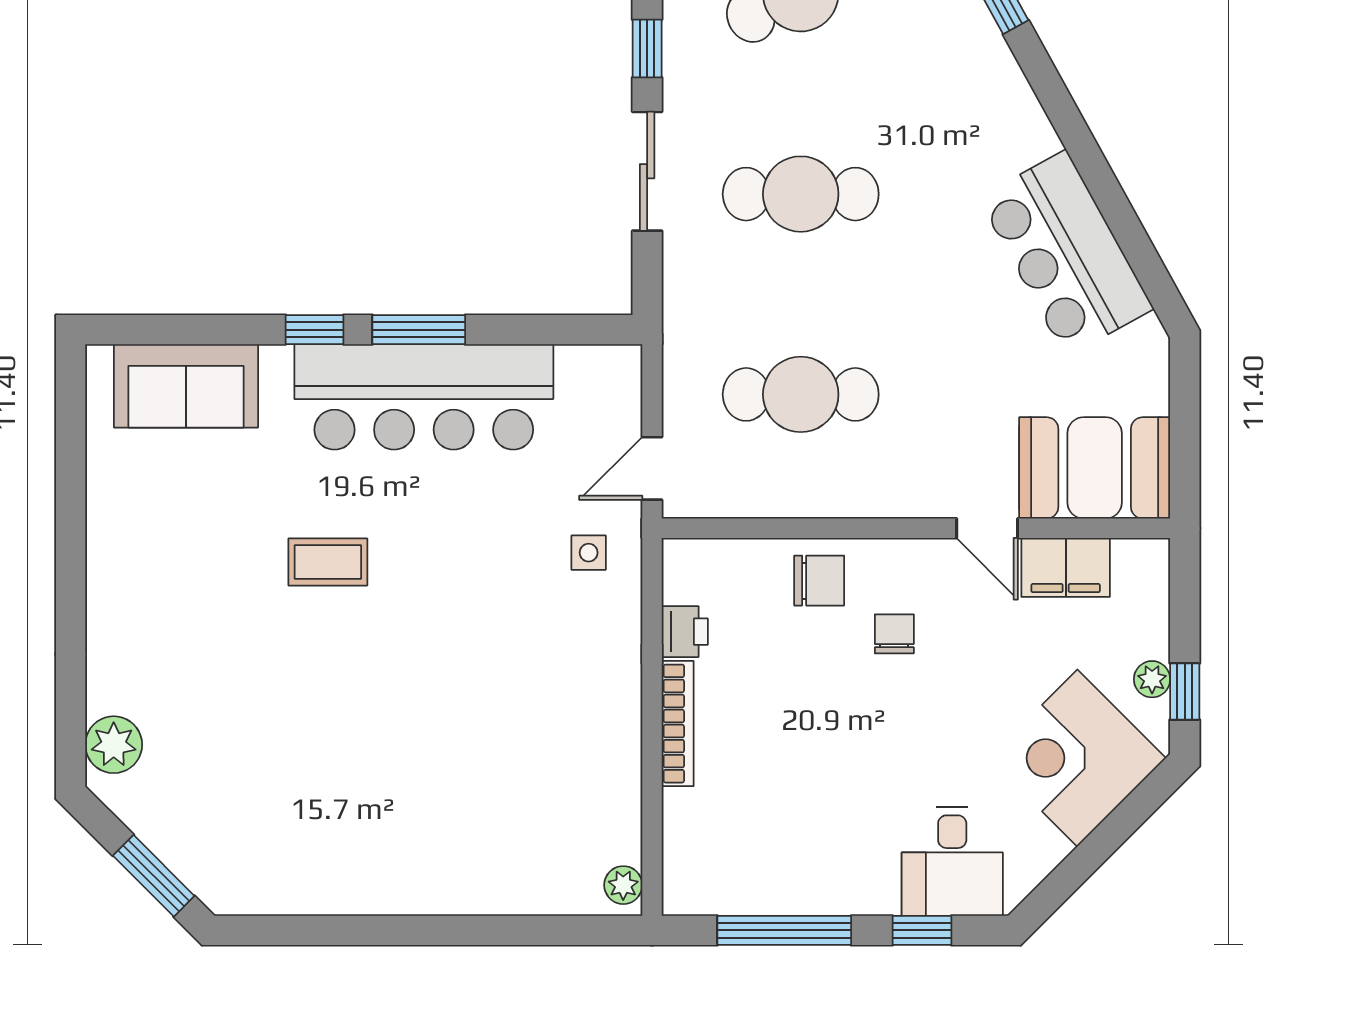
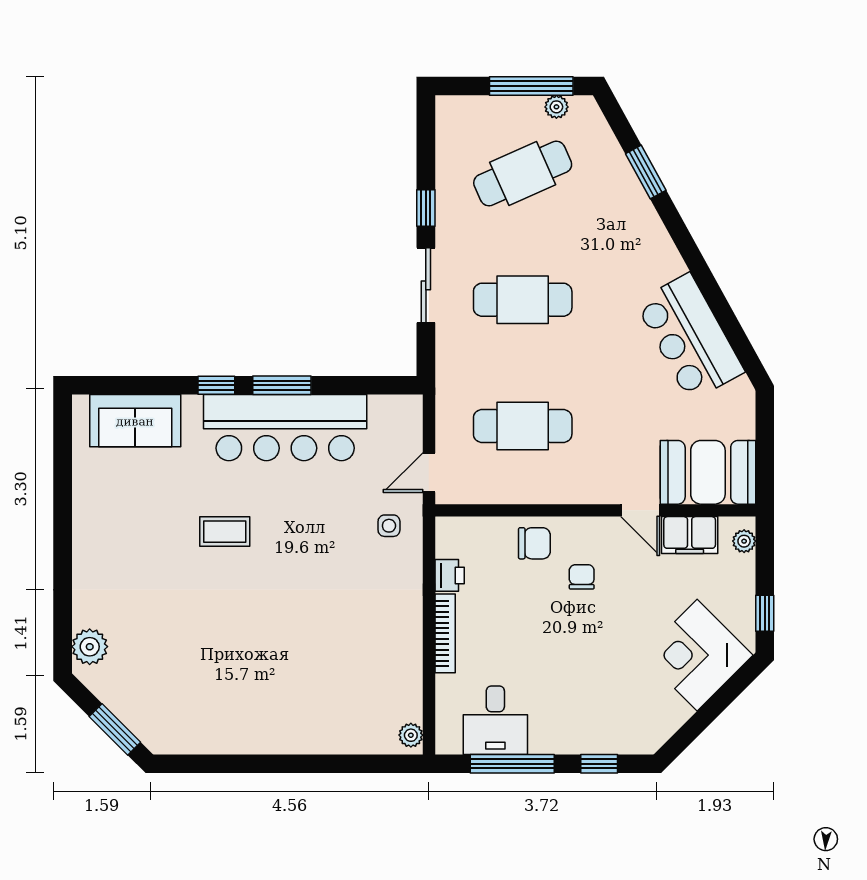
plant: (1152, 679) -> (744, 541), moved
desk: (952, 861) -> (495, 720), moved

